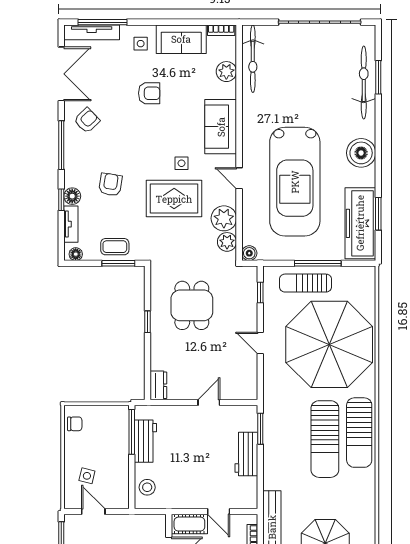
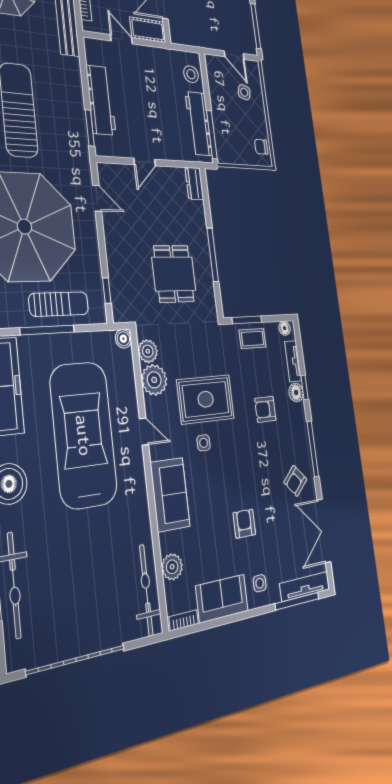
armchair: (149, 93) -> (244, 524), turned 90
armchair: (110, 185) -> (265, 409), turned 81
window: (148, 322) -> (213, 255), width x2.17
door: (260, 343) -> (97, 198), moved
workbench: (145, 441) -> (199, 124), width x1.38
workbench: (246, 454) -> (101, 100), width x1.38

